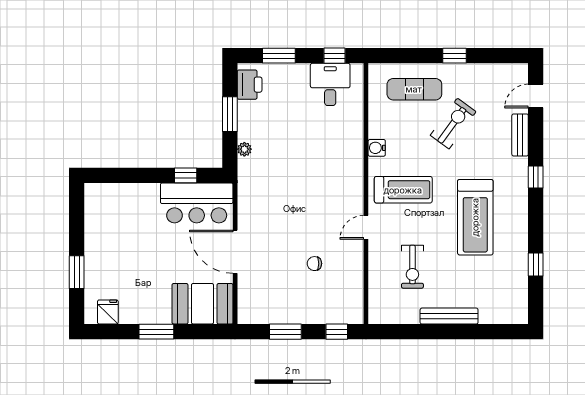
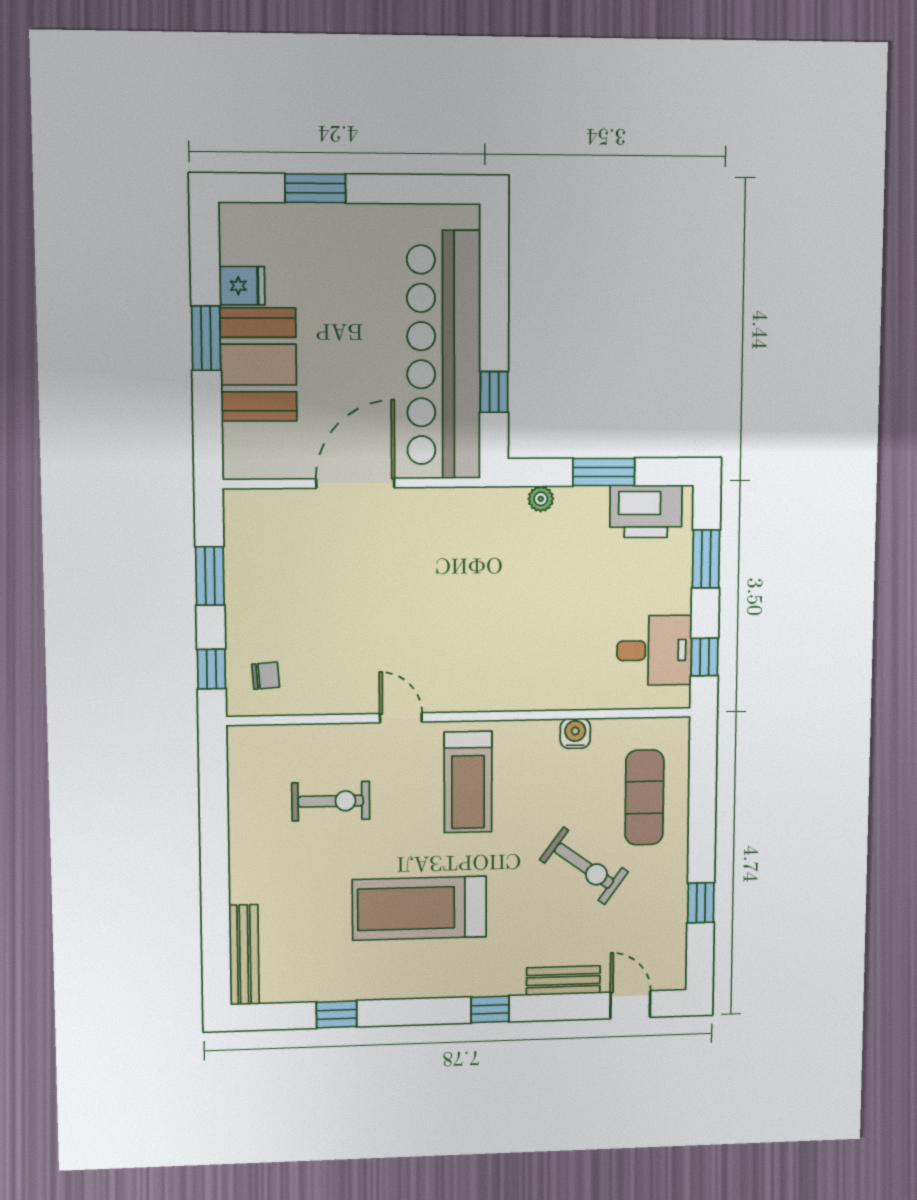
window: (455, 56) -> (701, 903), moved
printer: (250, 85) -> (646, 511), width x1.37, depth x1.19
water cooler: (377, 148) -> (575, 733), moved
bar counter: (197, 203) -> (444, 355), width x1.86
chair: (314, 264) -> (266, 676), moved, turned 86
exercise bike: (412, 267) -> (331, 801), turned 180
booth: (202, 304) -> (258, 365), moved
fridge: (108, 312) -> (242, 286), moved
bench: (449, 316) -> (244, 955), moved

